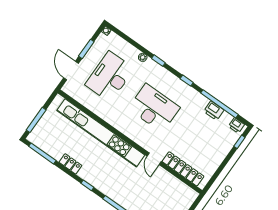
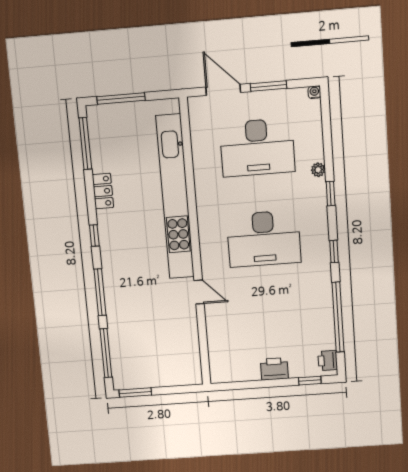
door: (71, 71) -> (223, 90), hinge flipped
desk: (110, 77) -> (257, 147), turned 180
desk: (154, 108) -> (264, 239), turned 90
printer: (214, 111) -> (274, 369), moved, turned 90
door: (154, 159) -> (199, 292), swing flipped
locker: (183, 169) -> (217, 338), removed

